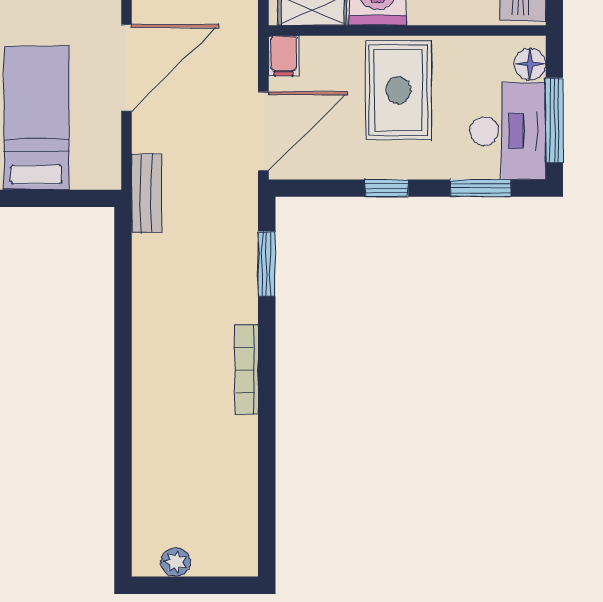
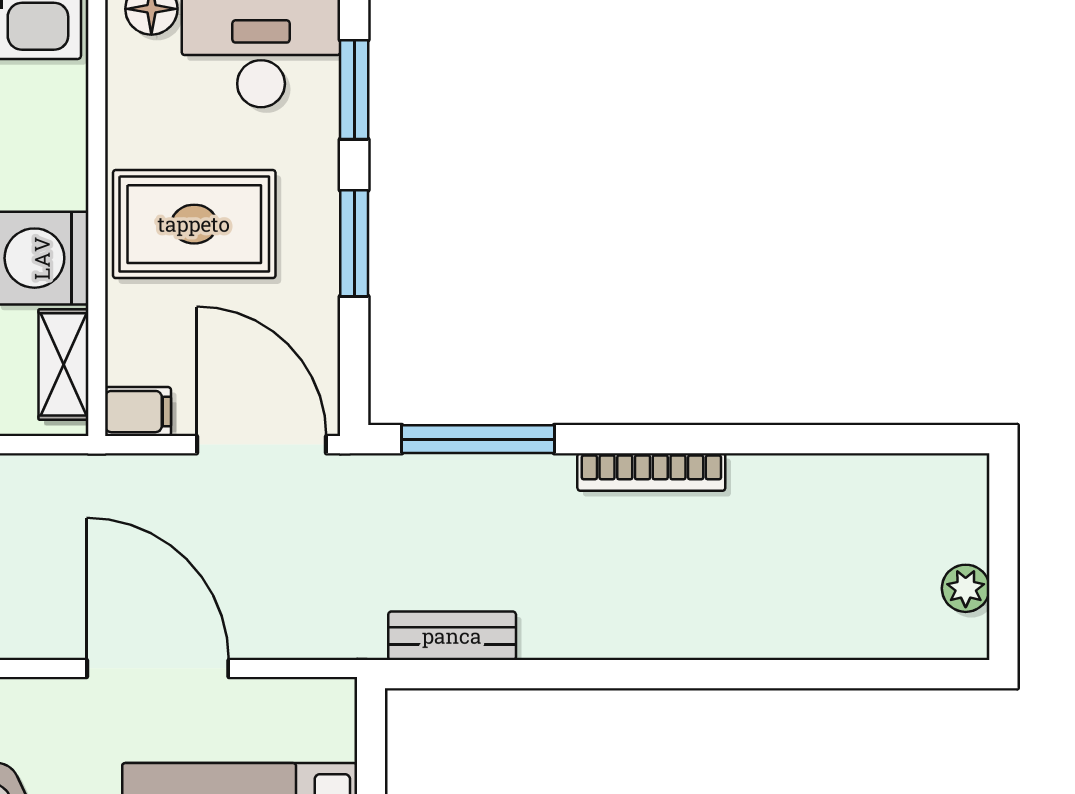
window: (387, 188) -> (354, 243), width x1.50
bench: (146, 193) -> (452, 636), moved
window: (267, 264) -> (478, 439), width x1.44

